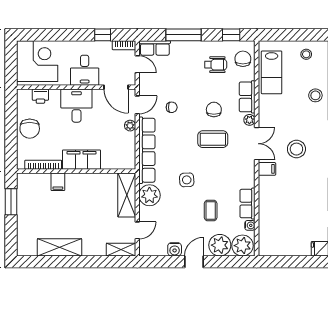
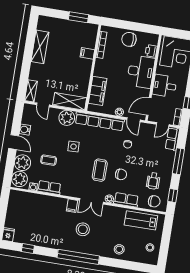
desk: (76, 106) -> (141, 72), width x1.37
filing cabinet: (81, 160) -> (98, 91), moved

